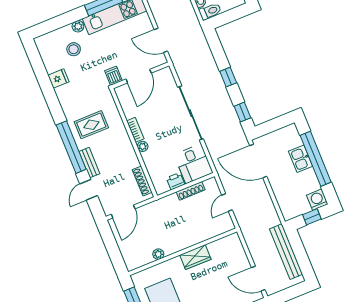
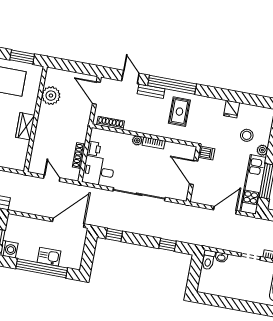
door: (161, 40) -> (225, 210), moved
window: (228, 77) -> (168, 245), moved
plant: (158, 254) -> (51, 96), width x1.87, depth x1.87

